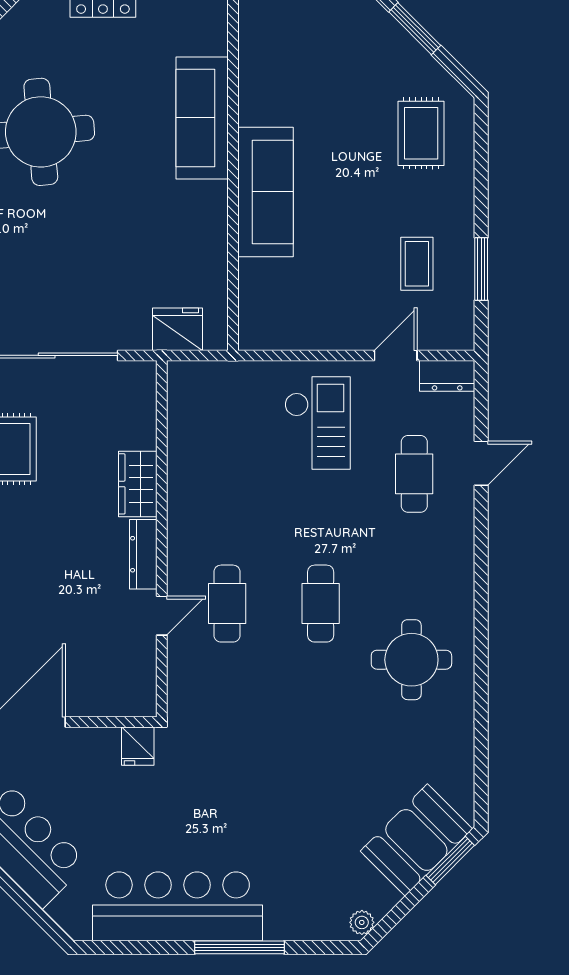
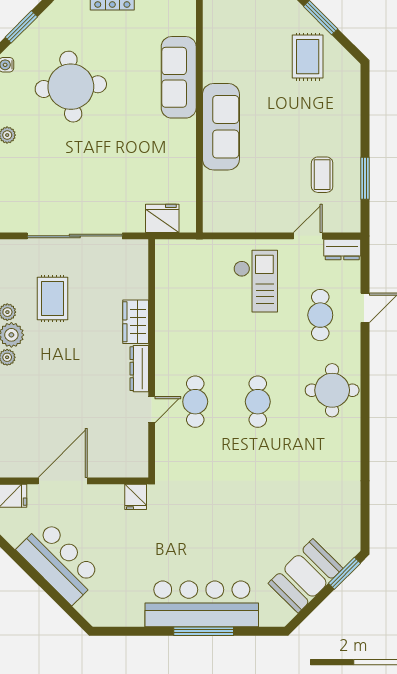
rug: (421, 133) -> (308, 57), moved
round table: (411, 660) -> (332, 390), moved
booth: (416, 840) -> (305, 576), moved
bar counter: (178, 906) -> (202, 604), moved
plant: (362, 922) -> (285, 615), removed

